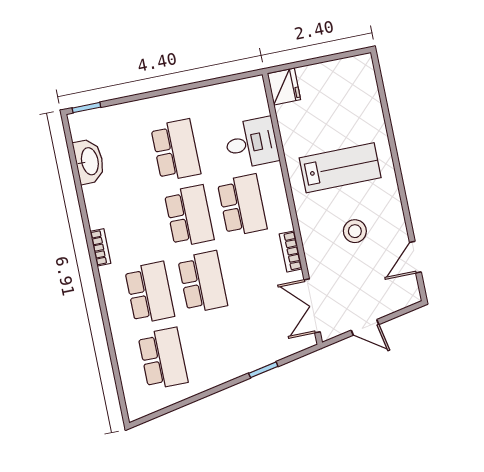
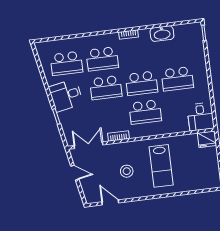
desk: (251, 143) -> (201, 117), moved
washbasin: (89, 161) -> (162, 34), moved
door: (365, 327) -> (75, 173), swing flipped
desk: (222, 355) -> (66, 95), added

